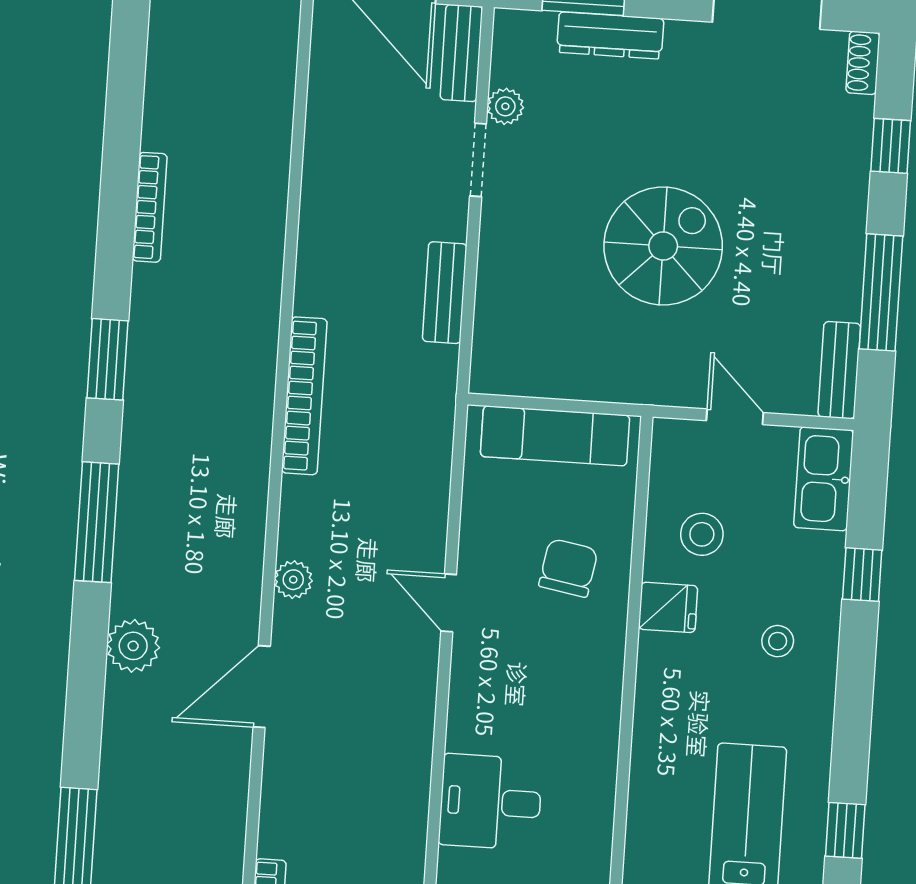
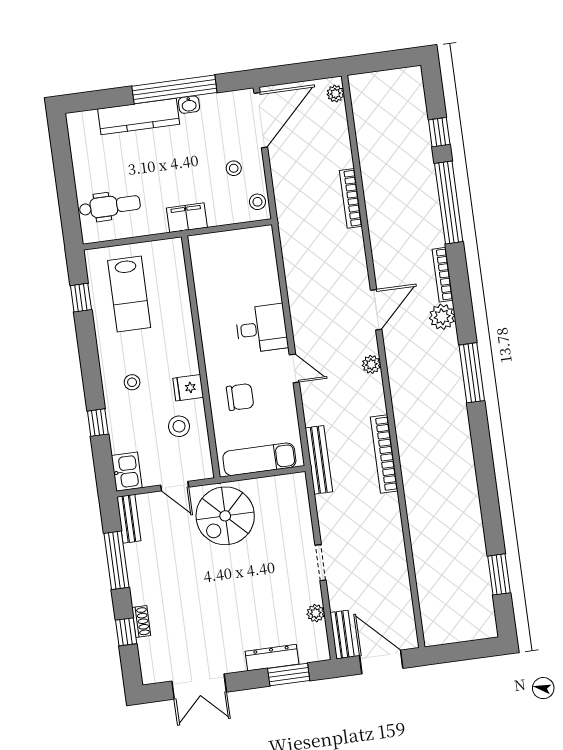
shoe rack: (863, 63) -> (141, 621), moved
doorway: (478, 160) -> (321, 563), moved
bookcase: (150, 207) -> (443, 275), moved
spiral stairs: (663, 246) -> (225, 516), moved
bench: (445, 293) -> (319, 460), moved, width x1.36
window: (107, 359) -> (499, 574), moved
kitchen sink: (824, 479) -> (127, 472), width x0.73
chair: (568, 568) -> (240, 397), turned -100
desk: (490, 802) -> (262, 328), moved

